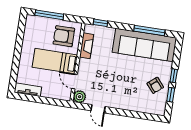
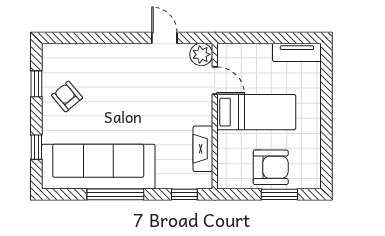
window: (49, 15) -> (279, 194), width x0.69
window: (149, 31) -> (115, 194), moved
armchair: (64, 36) -> (271, 167), moved
window: (174, 76) -> (36, 147), moved

